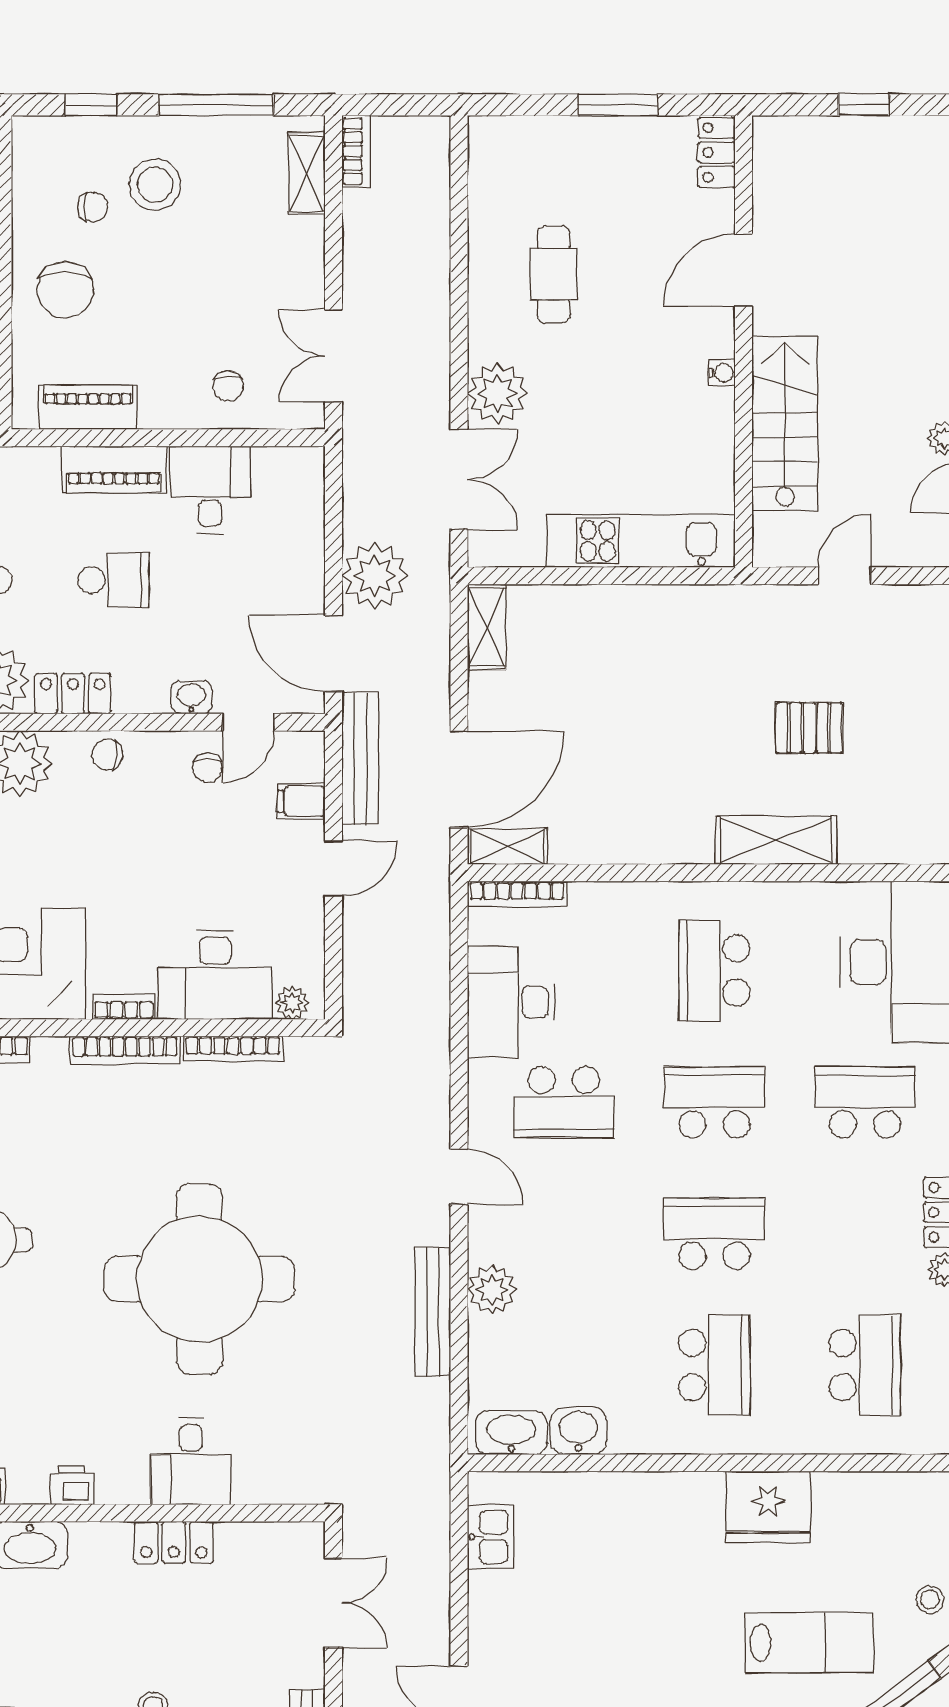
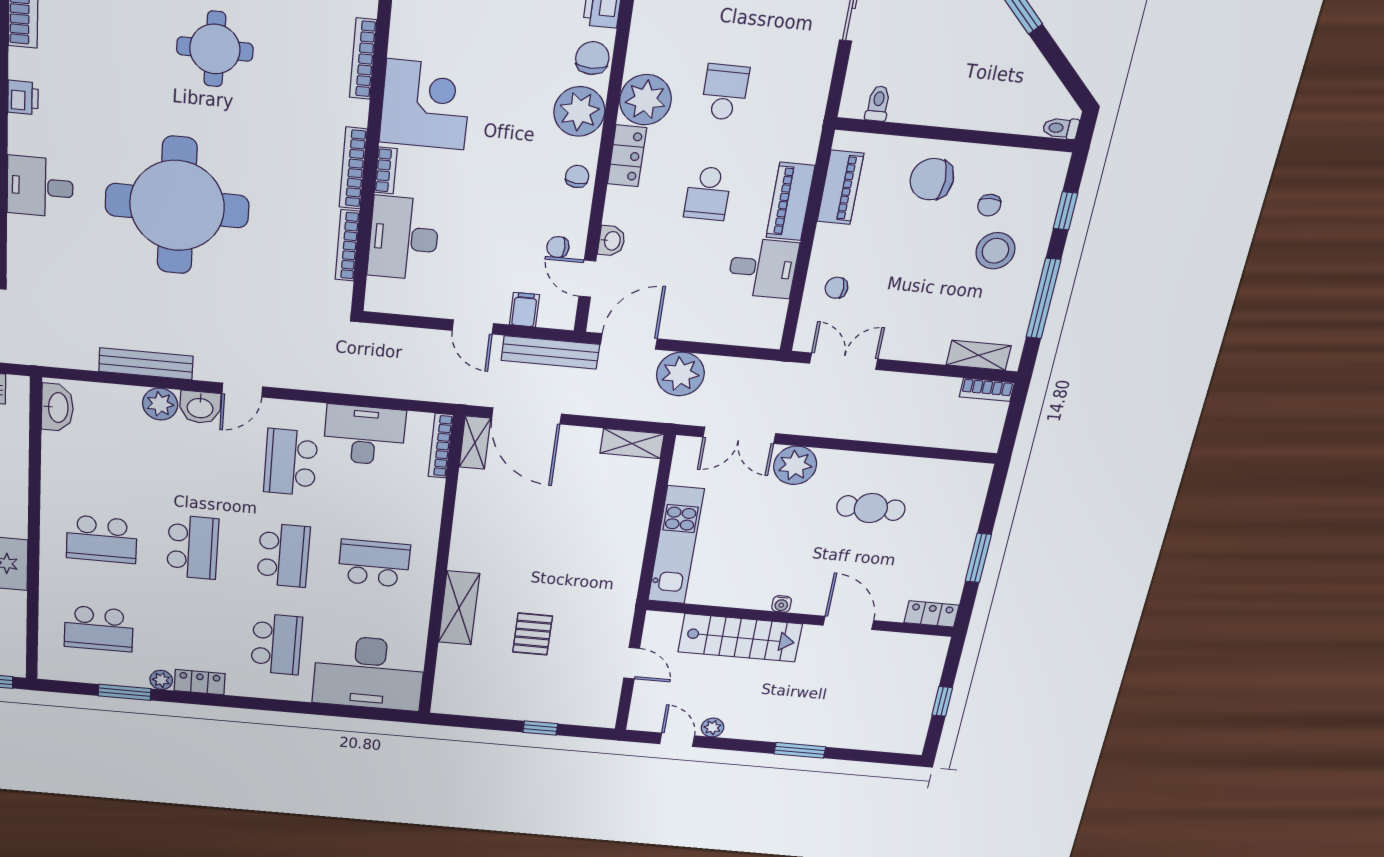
plant: (292, 1003) -> (378, 290), removed
washbasin: (579, 1431) -> (200, 407), moved, turned 90

